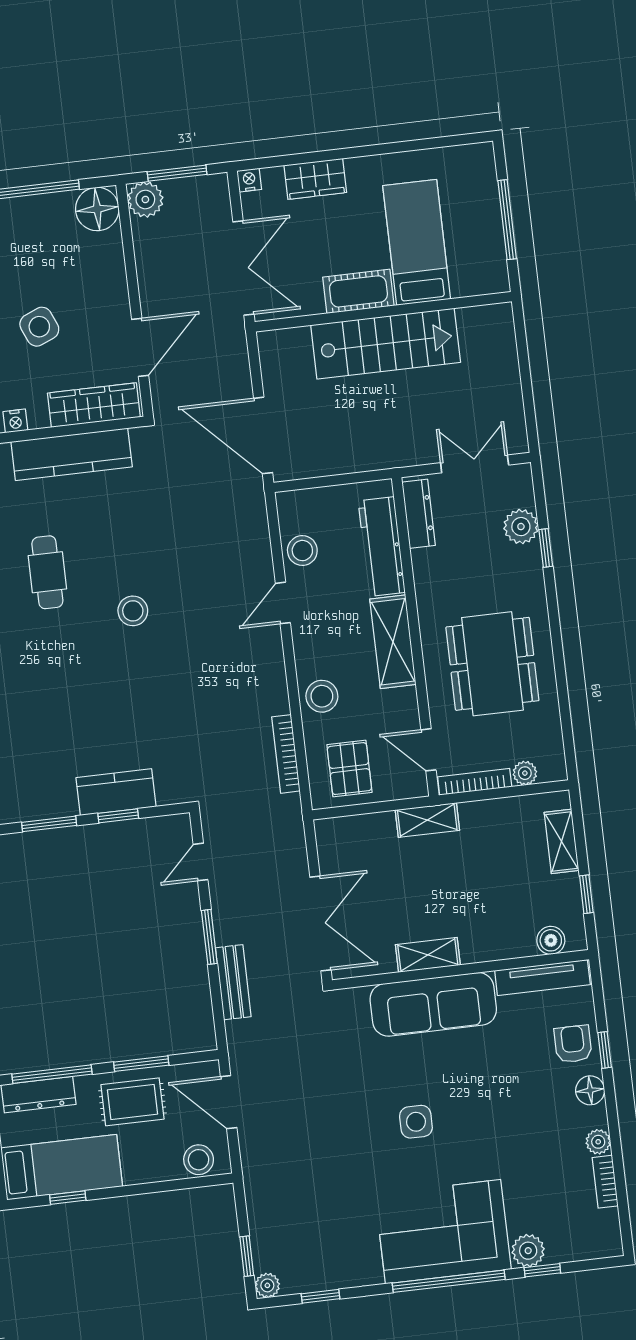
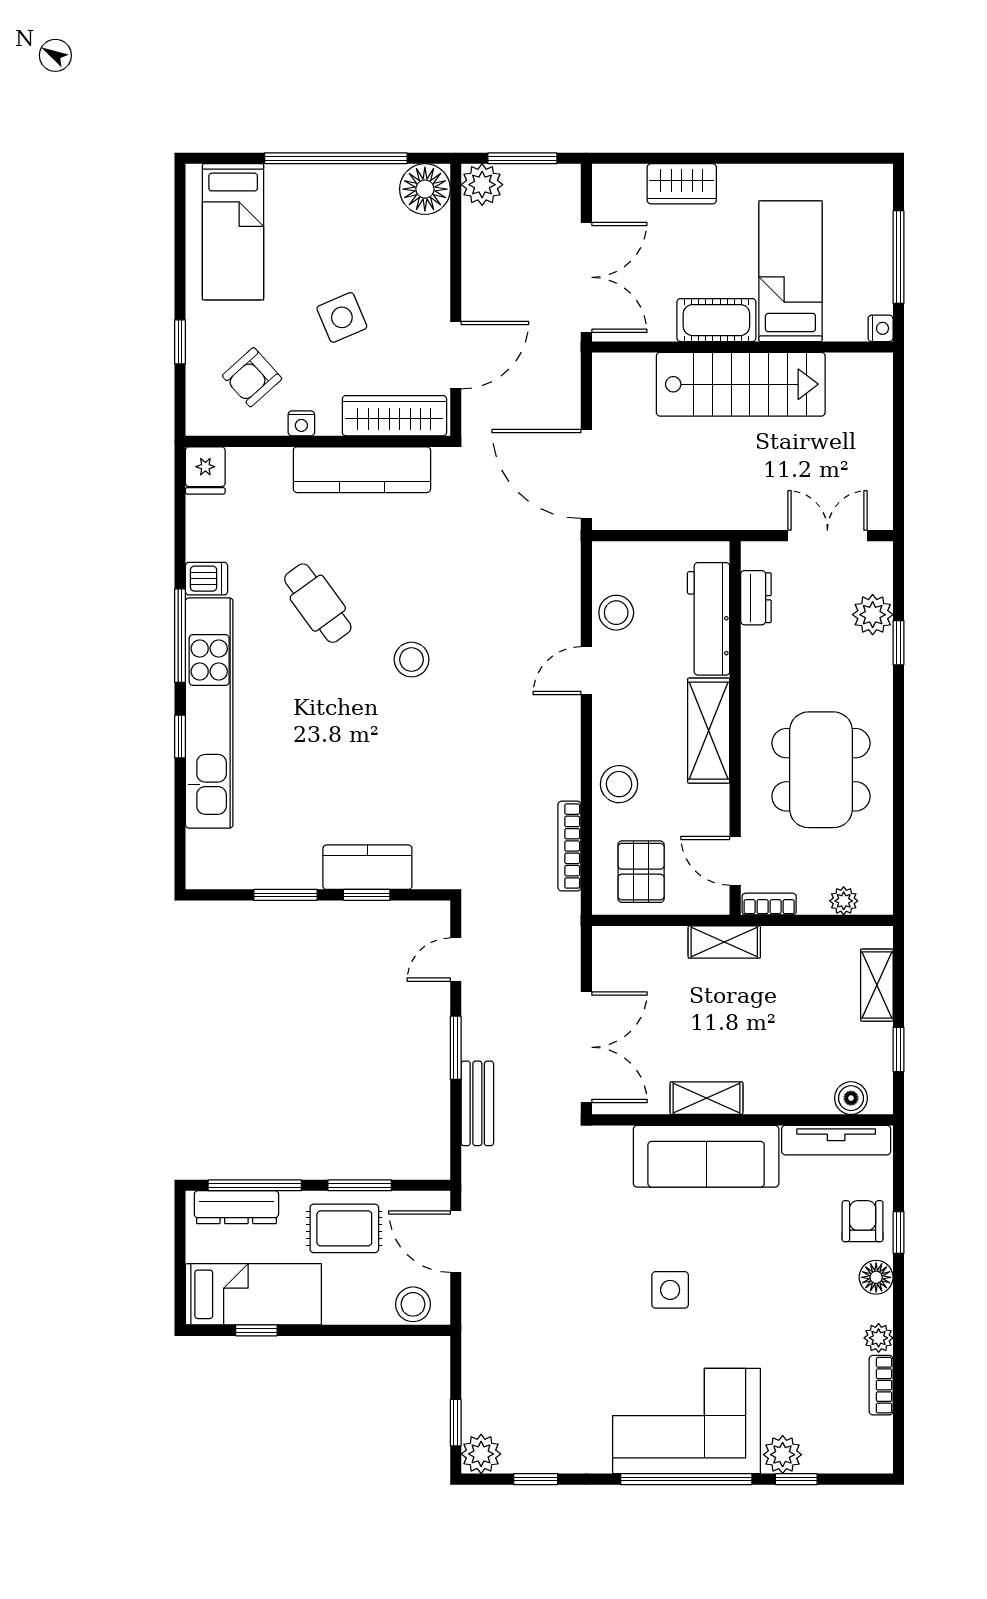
nightstand: (249, 180) -> (881, 328), moved, turned 90
dresser: (419, 514) -> (756, 598), width x0.70
cafe table: (47, 572) -> (318, 603), turned -36
bookcase: (475, 782) -> (769, 904), width x0.64
plant: (267, 1285) -> (481, 1454), width x1.38, depth x1.38

